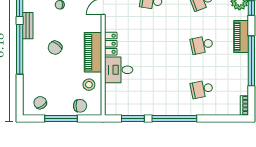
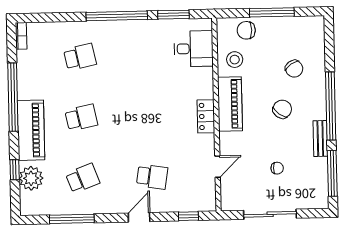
piano: (241, 37) -> (31, 130), width x1.37, depth x1.33
desk: (119, 70) -> (194, 49), moved
chair: (40, 103) -> (294, 69), moved

